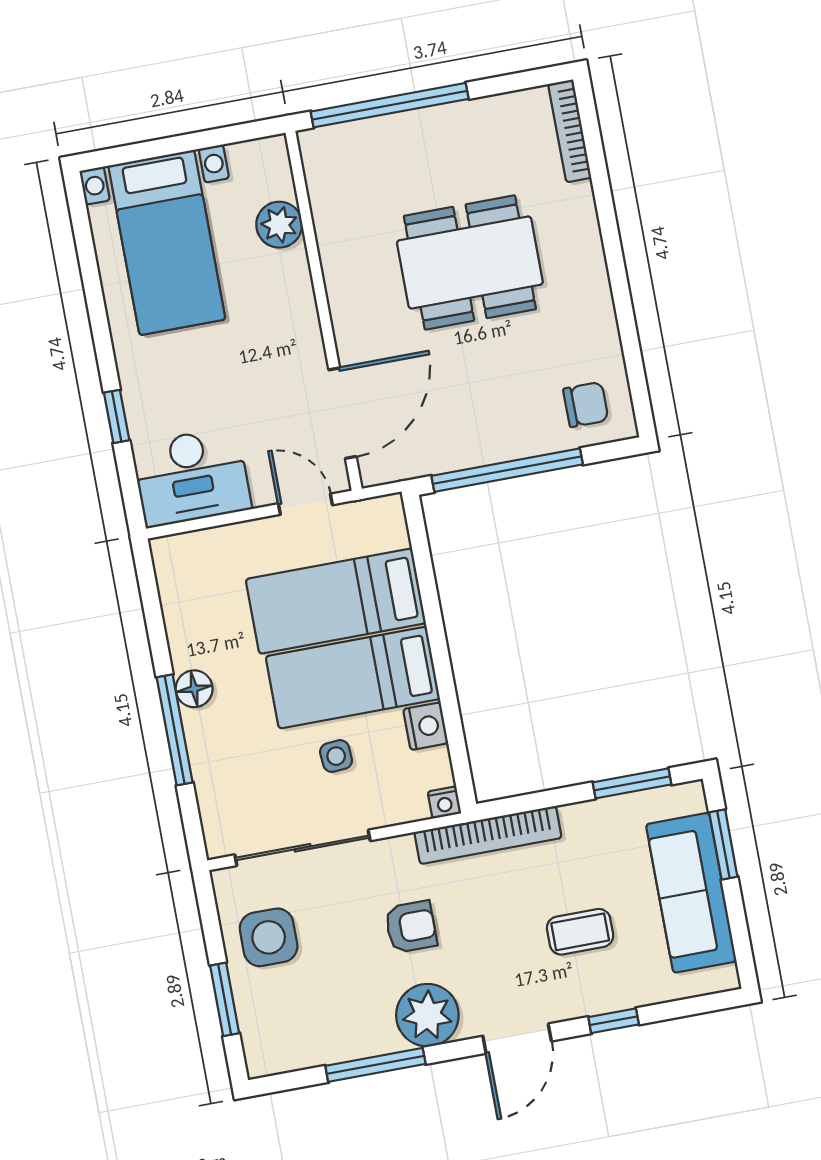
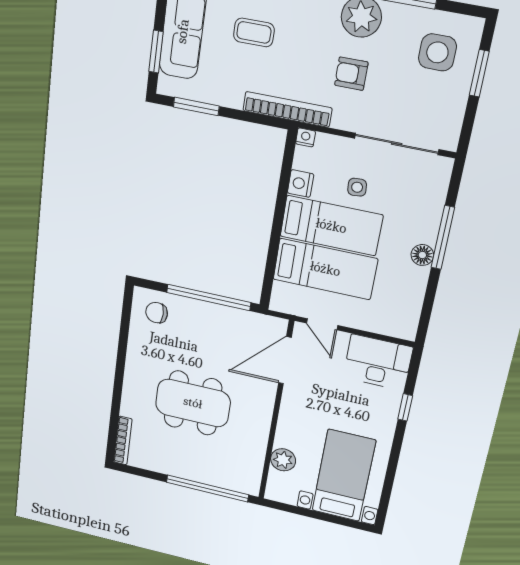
side table: (269, 937) -> (437, 52), moved

